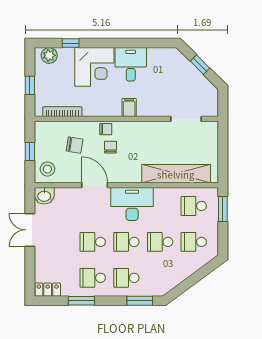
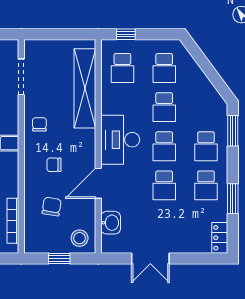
chair: (106, 129) -> (39, 124), moved
washbasin: (44, 196) -> (111, 223), moved
window: (223, 209) -> (126, 34), width x0.67

